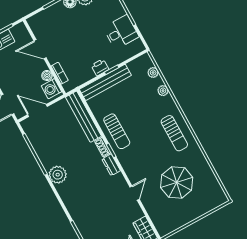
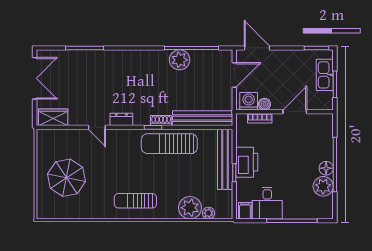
filing cabinet: (136, 46) -> (245, 211), added
printer: (100, 67) -> (247, 162), width x1.87, depth x1.48
plant: (163, 91) -> (190, 208), width x1.88, depth x1.88
sun lounger: (117, 131) -> (169, 144), width x1.36, depth x1.34
dresser: (111, 165) -> (121, 119), moved
plant: (58, 175) -> (180, 60), moved
parasol: (177, 182) -> (66, 178), moved

